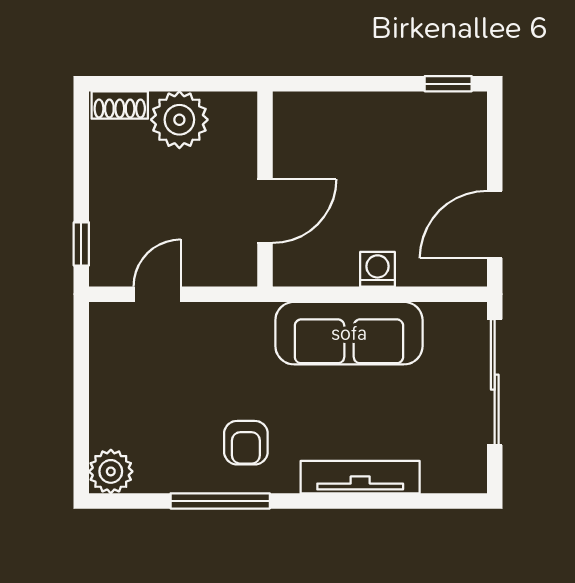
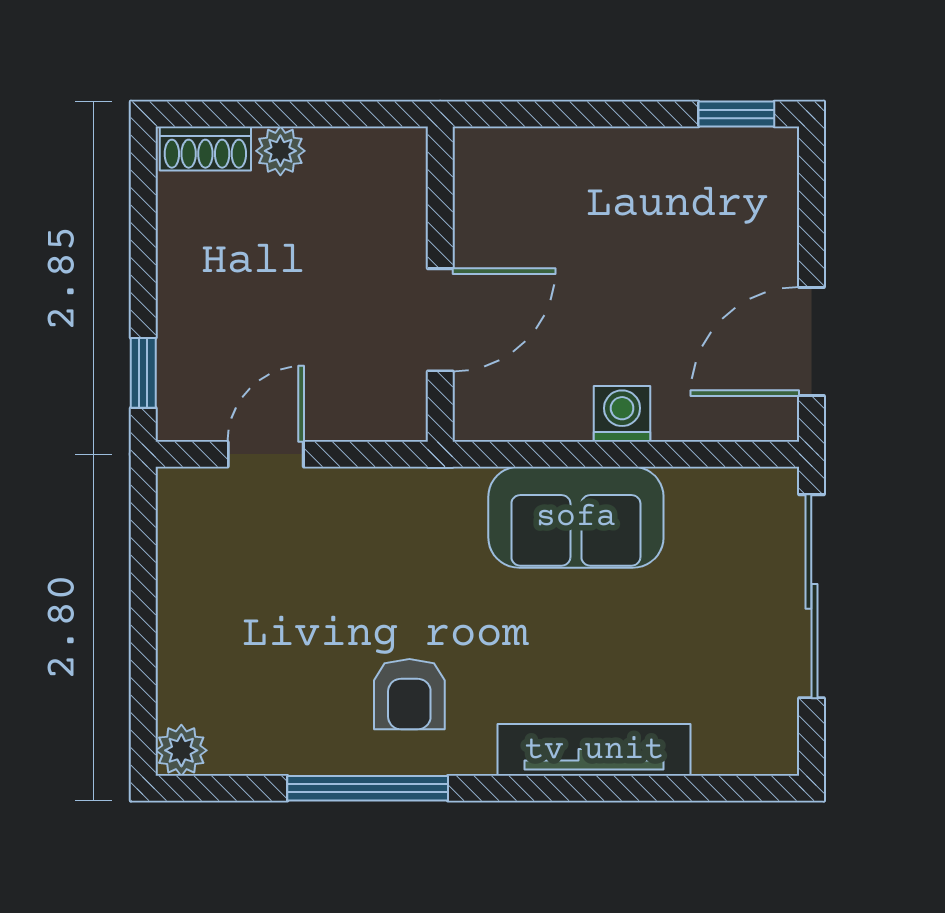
plant: (179, 120) -> (280, 151), width x0.53, depth x0.53
sofa: (349, 333) -> (576, 517), width x0.73
plant: (111, 471) -> (181, 750), width x0.73, depth x0.73

